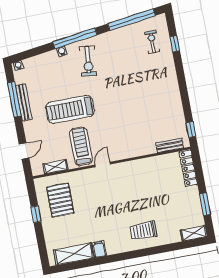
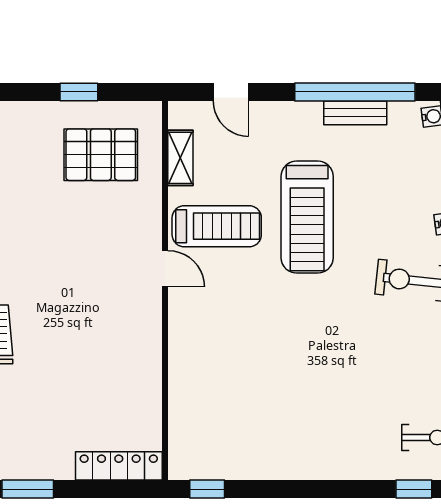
window: (14, 99) -> (355, 92), width x1.46
bench: (24, 102) -> (355, 113), width x0.73
treadmill: (70, 109) -> (307, 217), turned 180
bench: (170, 145) -> (180, 433), removed

